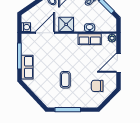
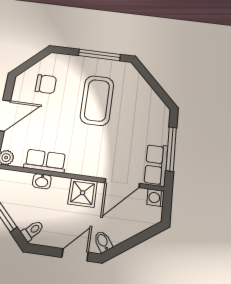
row of seats: (27, 67) -> (156, 165), moved
coffee table: (65, 80) -> (97, 100), width x1.86, depth x1.72

